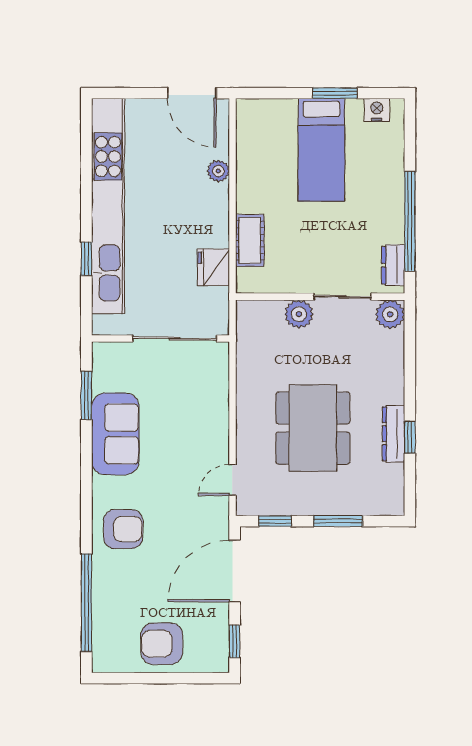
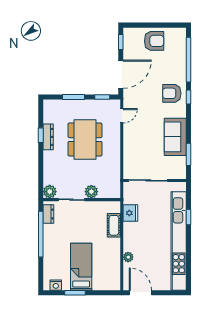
window: (86, 521) -> (189, 97), added

